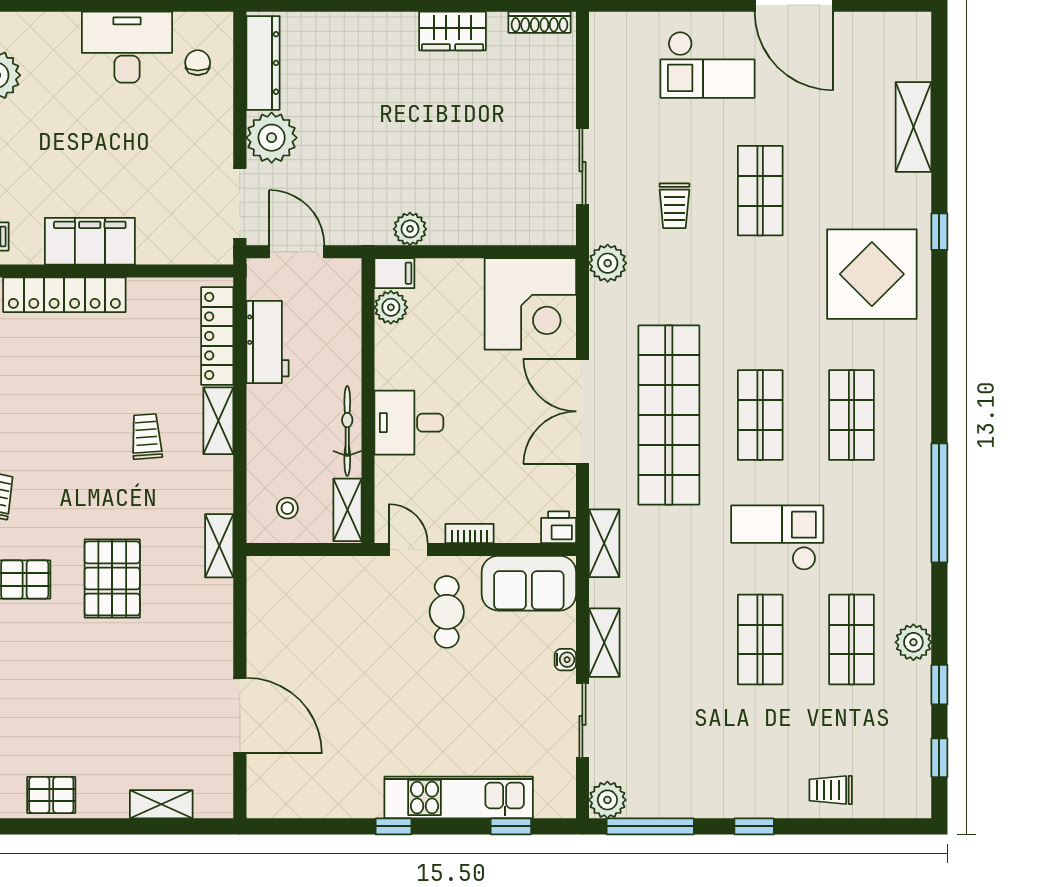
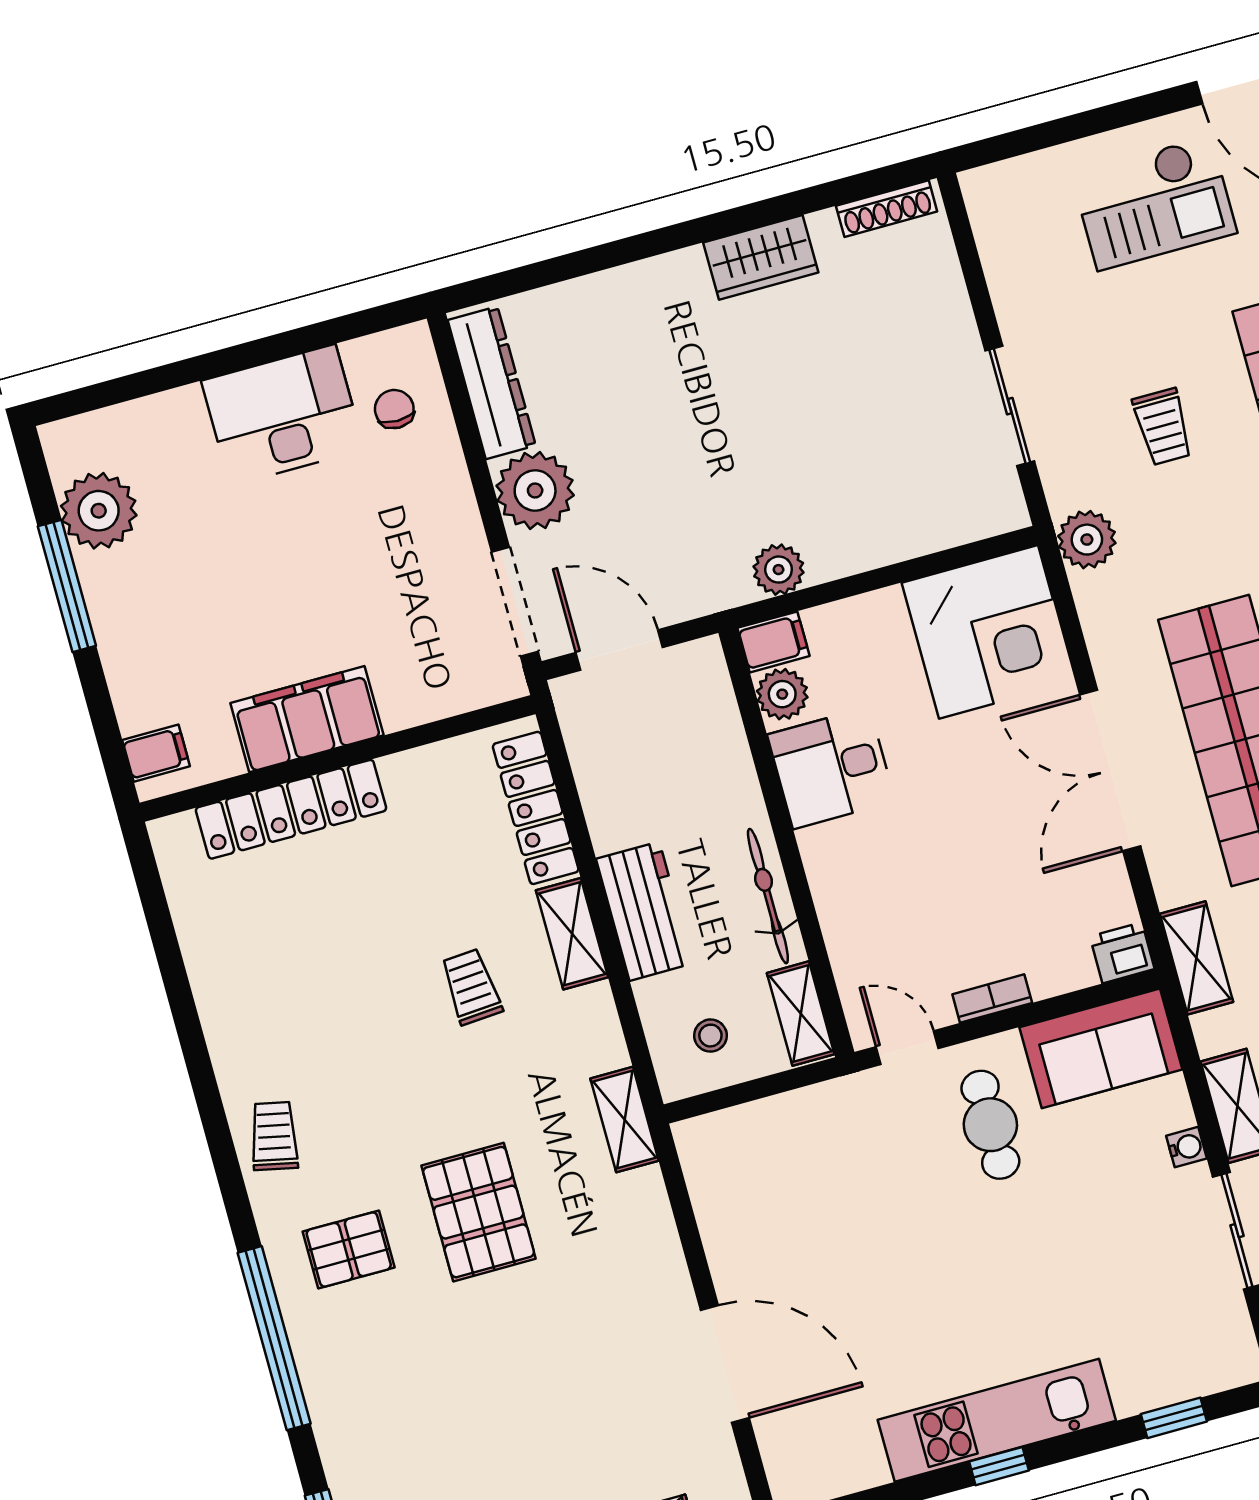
workbench: (268, 342) -> (644, 911), moved
desk: (409, 423) -> (831, 768), moved
kitchen unit: (459, 798) -> (997, 1420), moved

